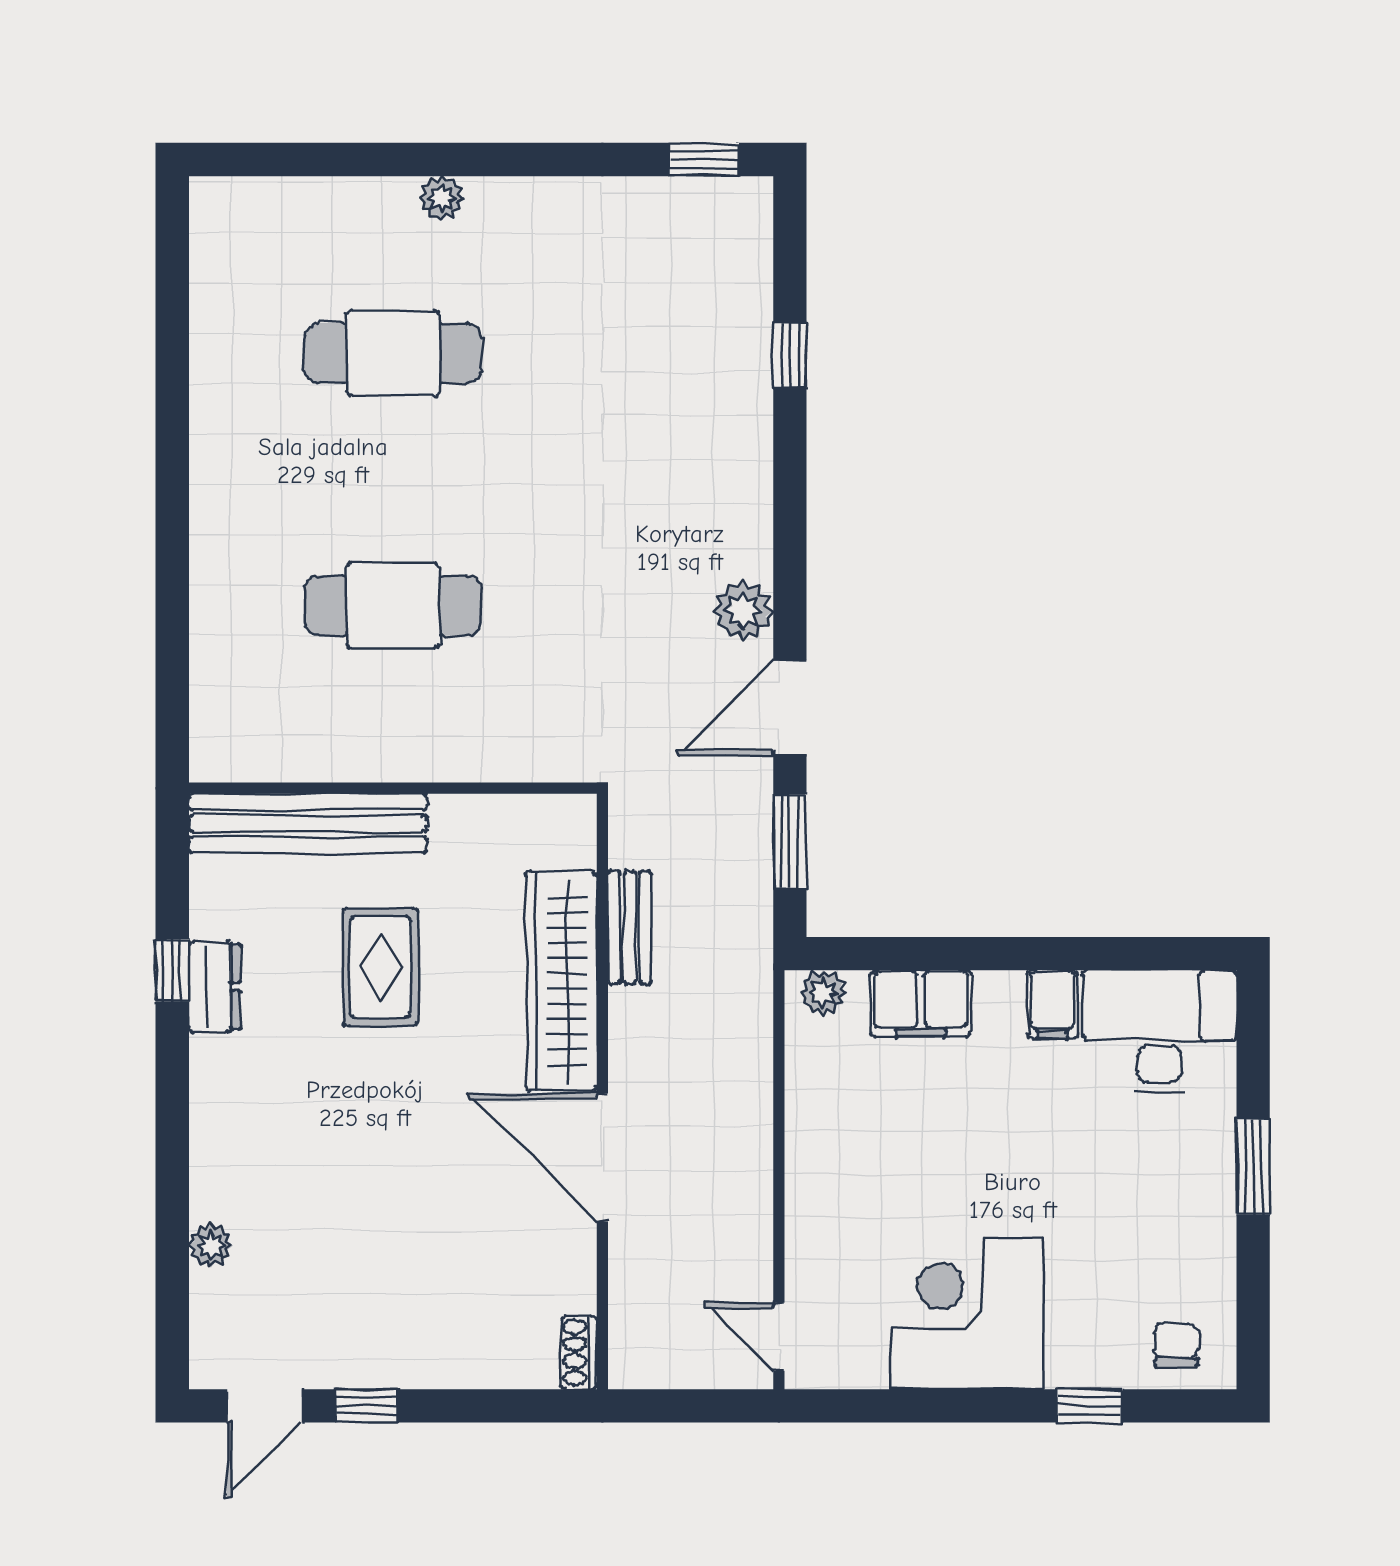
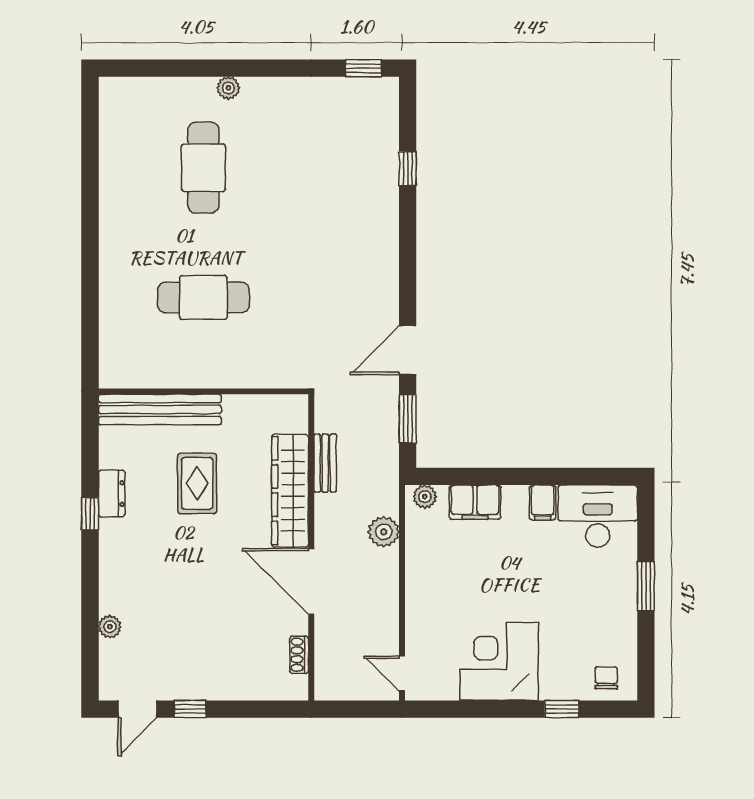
cafe table: (393, 353) -> (203, 168), turned 90
plant: (743, 611) -> (384, 532), moved
window: (172, 970) -> (90, 514), moved
shoe rack: (579, 1352) -> (299, 655), moved

